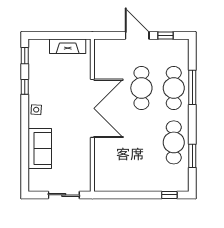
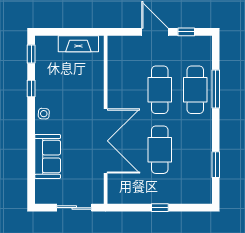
double door: (92, 108) -> (106, 141), moved
cafe table: (174, 142) -> (160, 150), moved
window: (169, 195) -> (160, 208), moved

